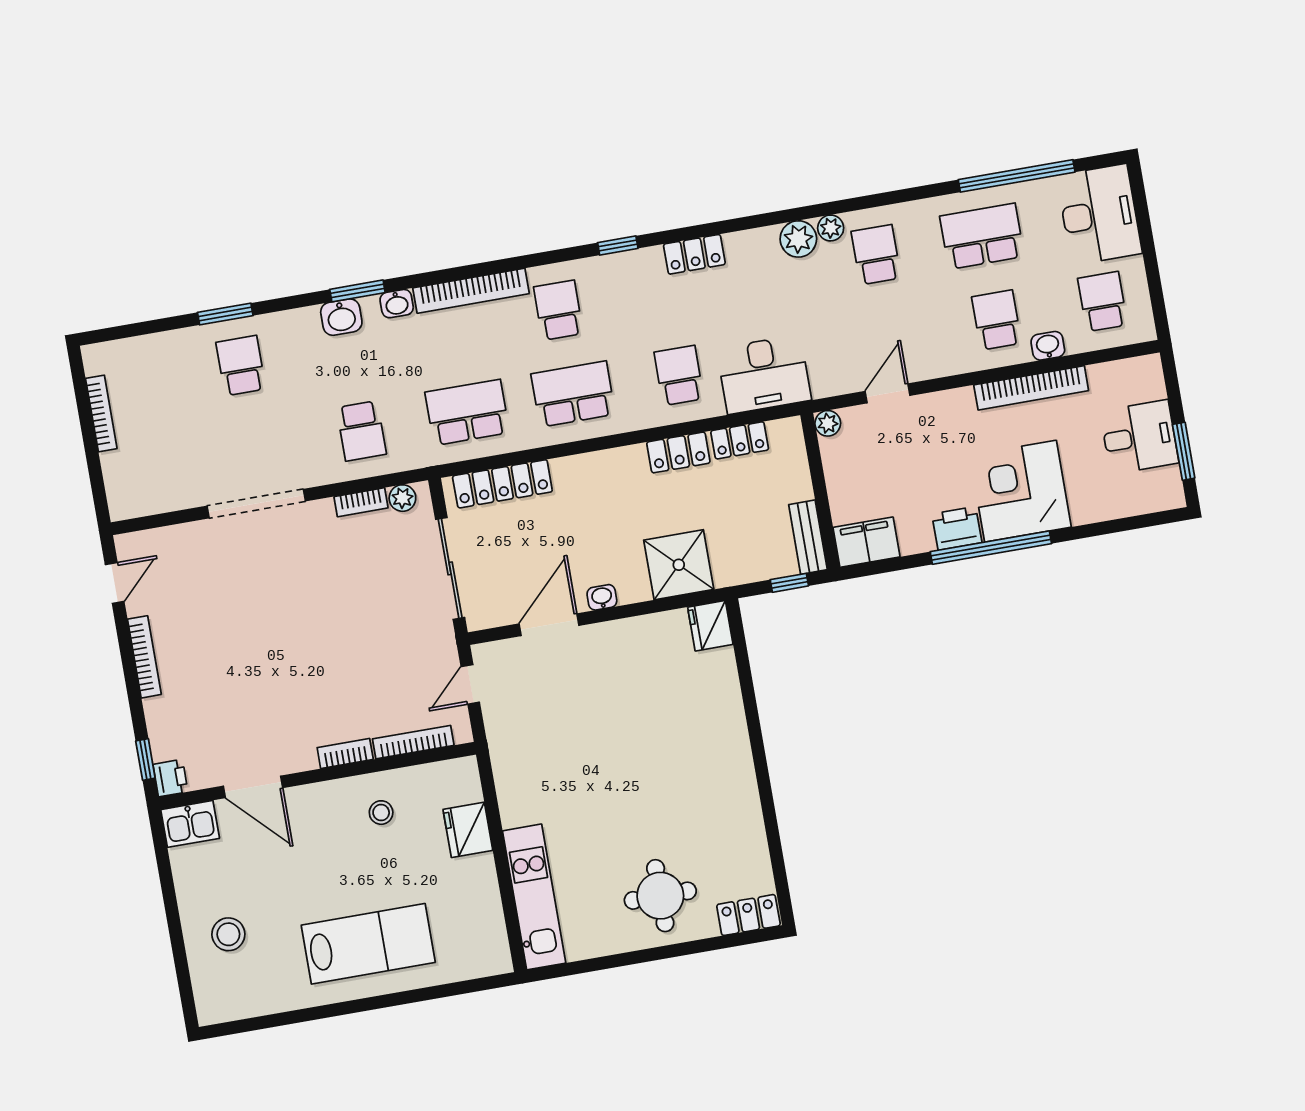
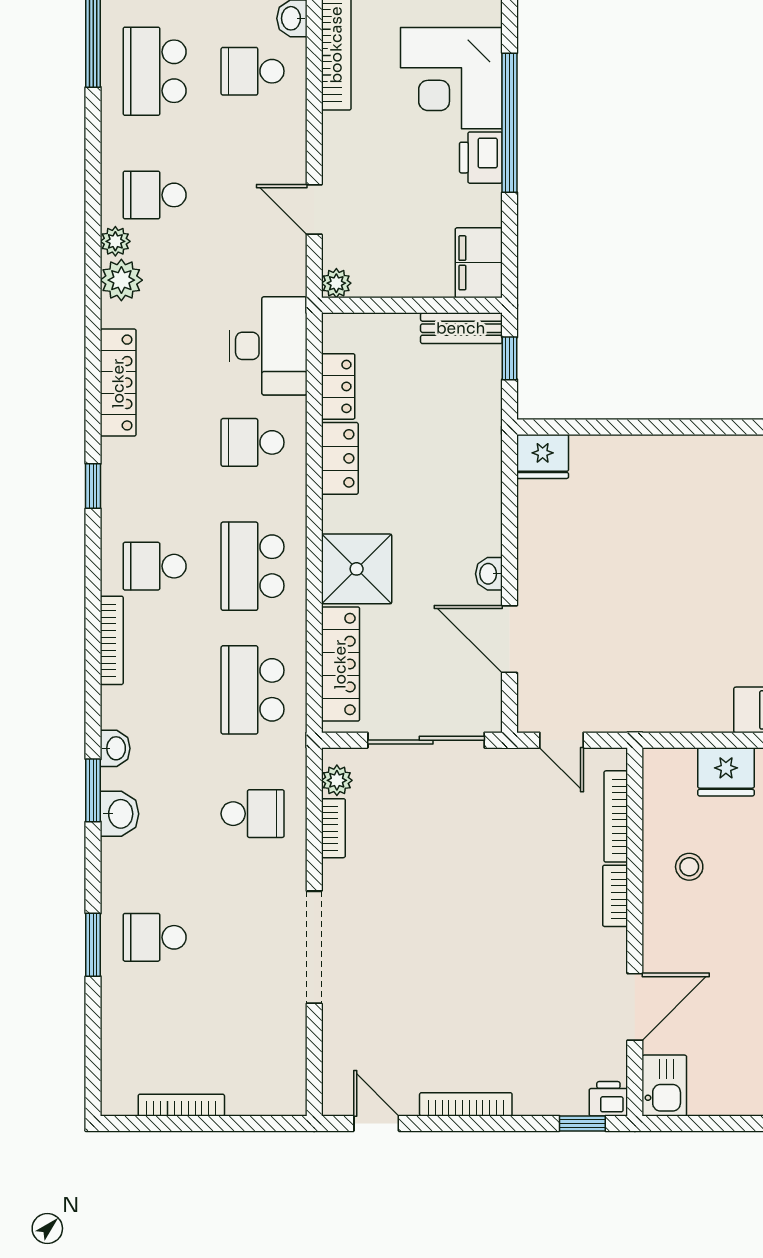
locker: (694, 254) -> (118, 383), width x1.53
bookcase: (471, 291) -> (112, 640), width x0.68, depth x0.76
shower: (679, 565) -> (357, 569), moved

